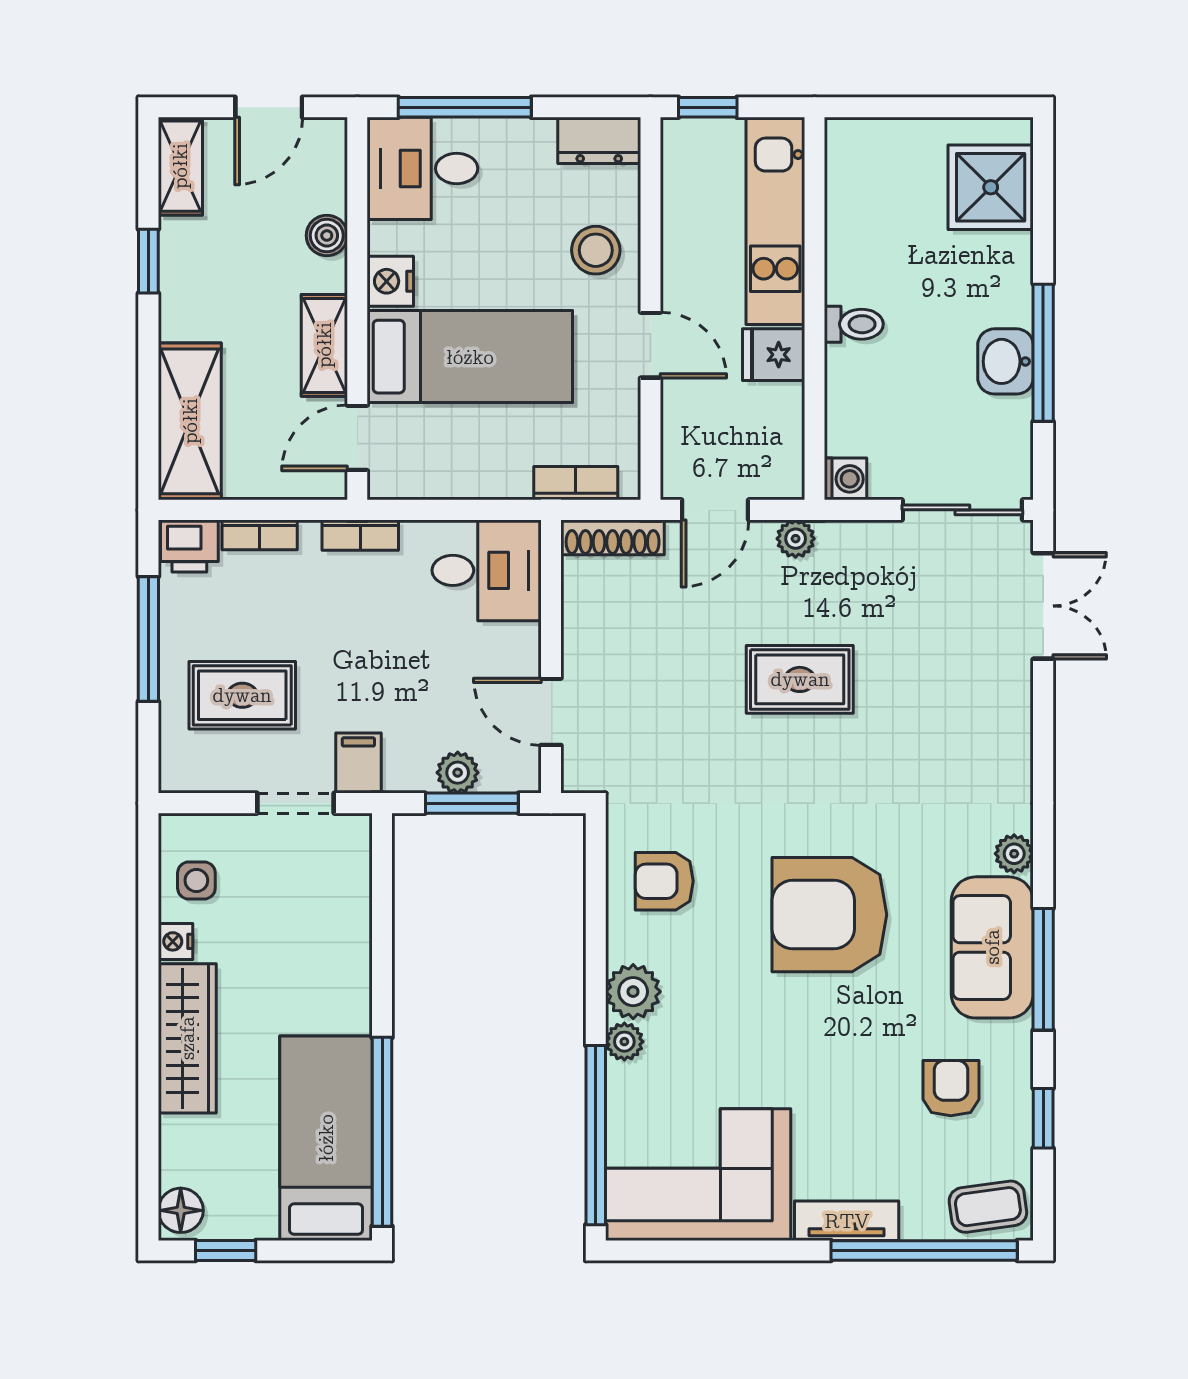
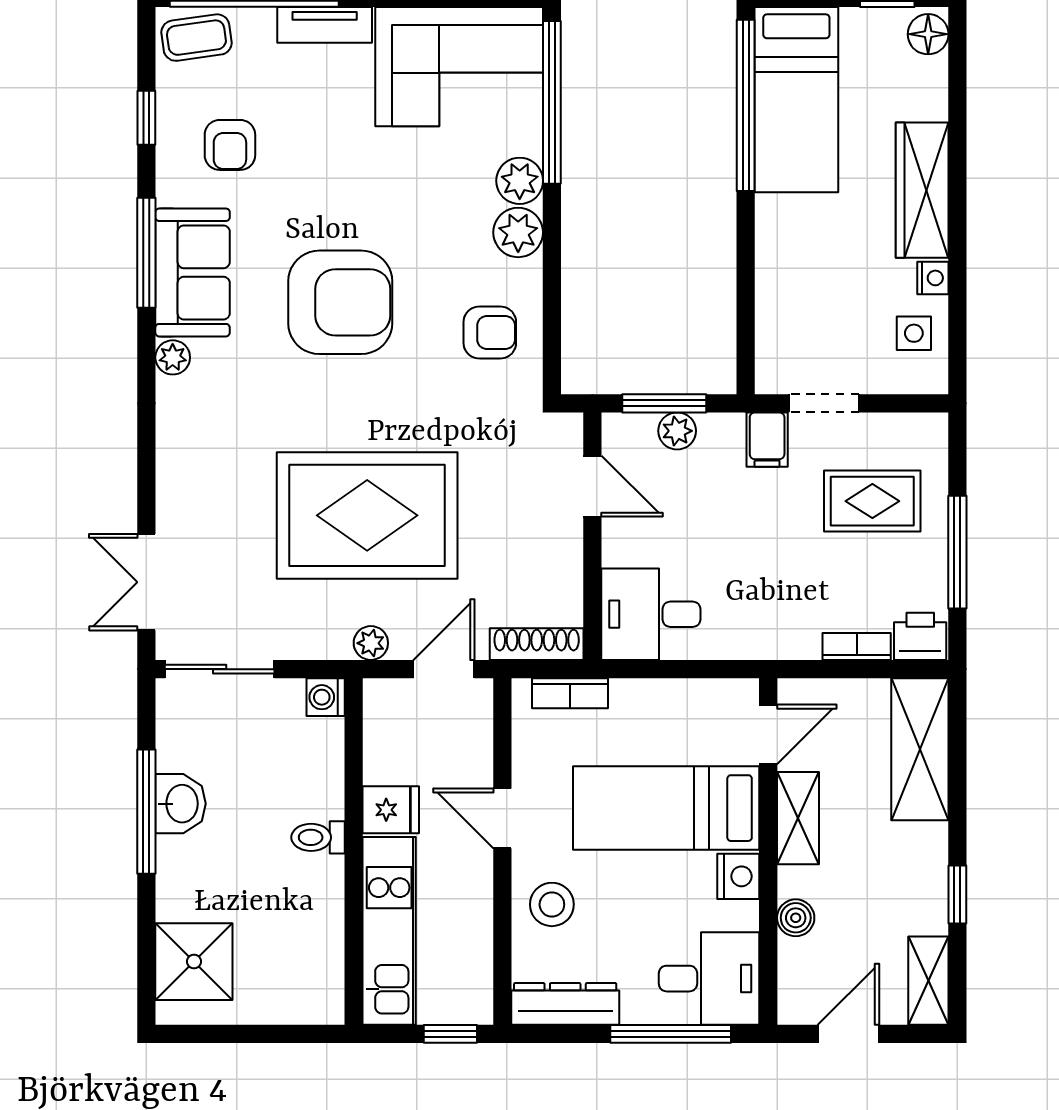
dresser: (599, 140) -> (565, 1004), width x1.44
bookcase: (360, 535) -> (765, 646), removed
rug: (800, 679) -> (367, 515), width x1.86, depth x2.06
plant: (624, 1042) -> (520, 181), width x1.38, depth x1.38

